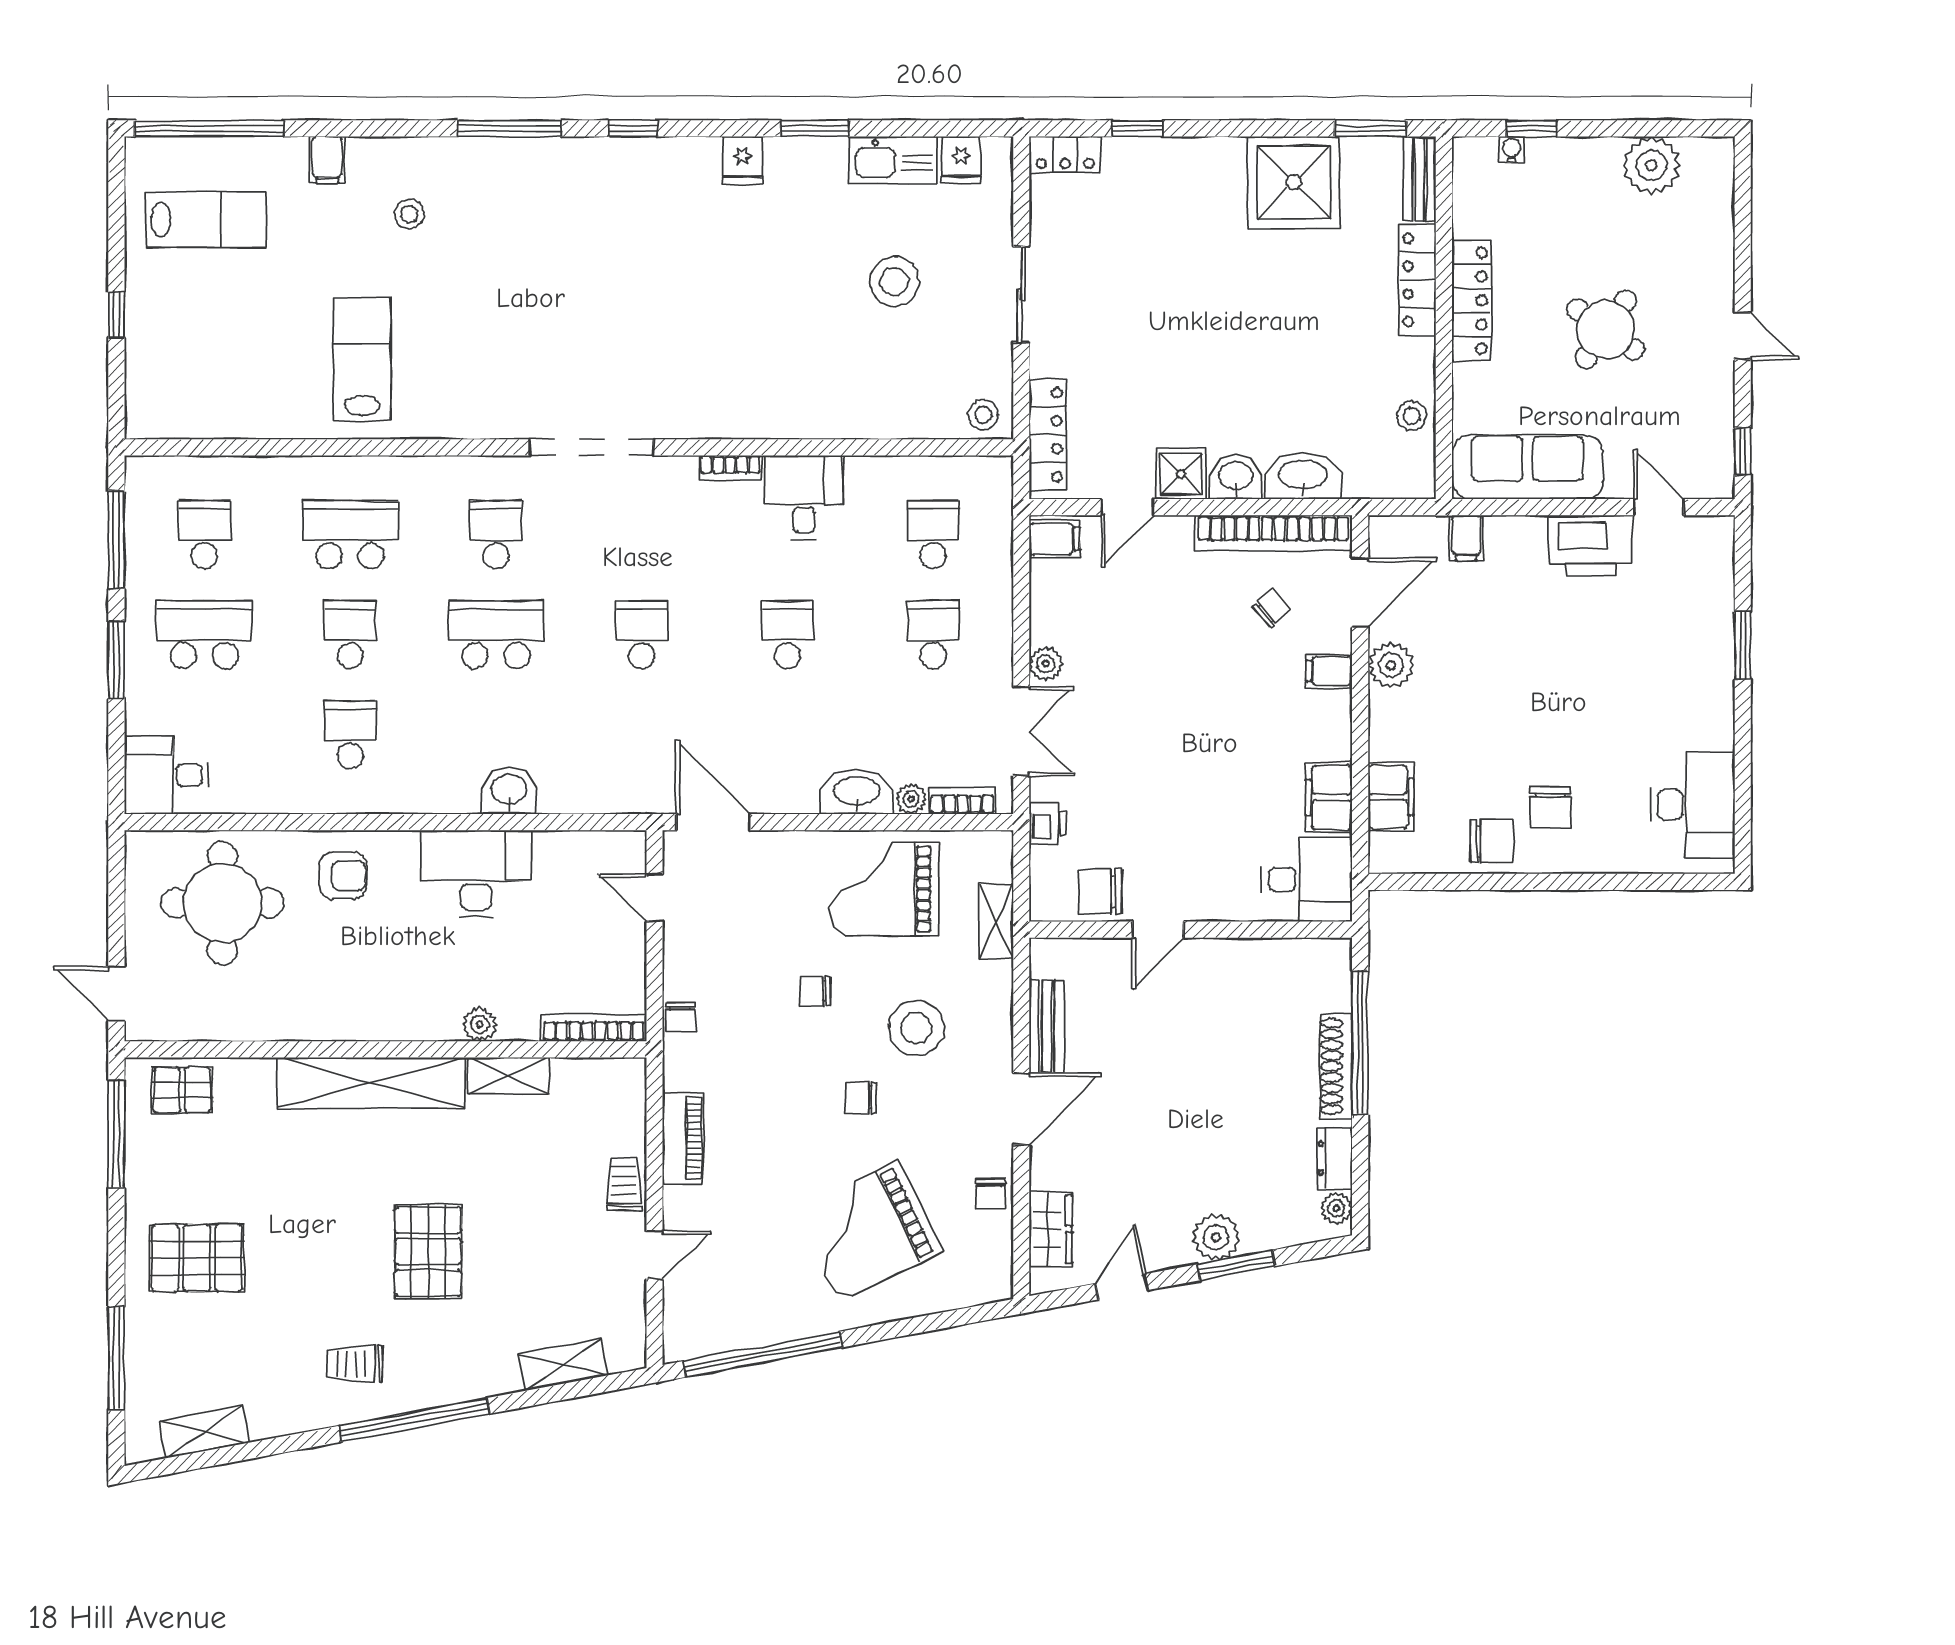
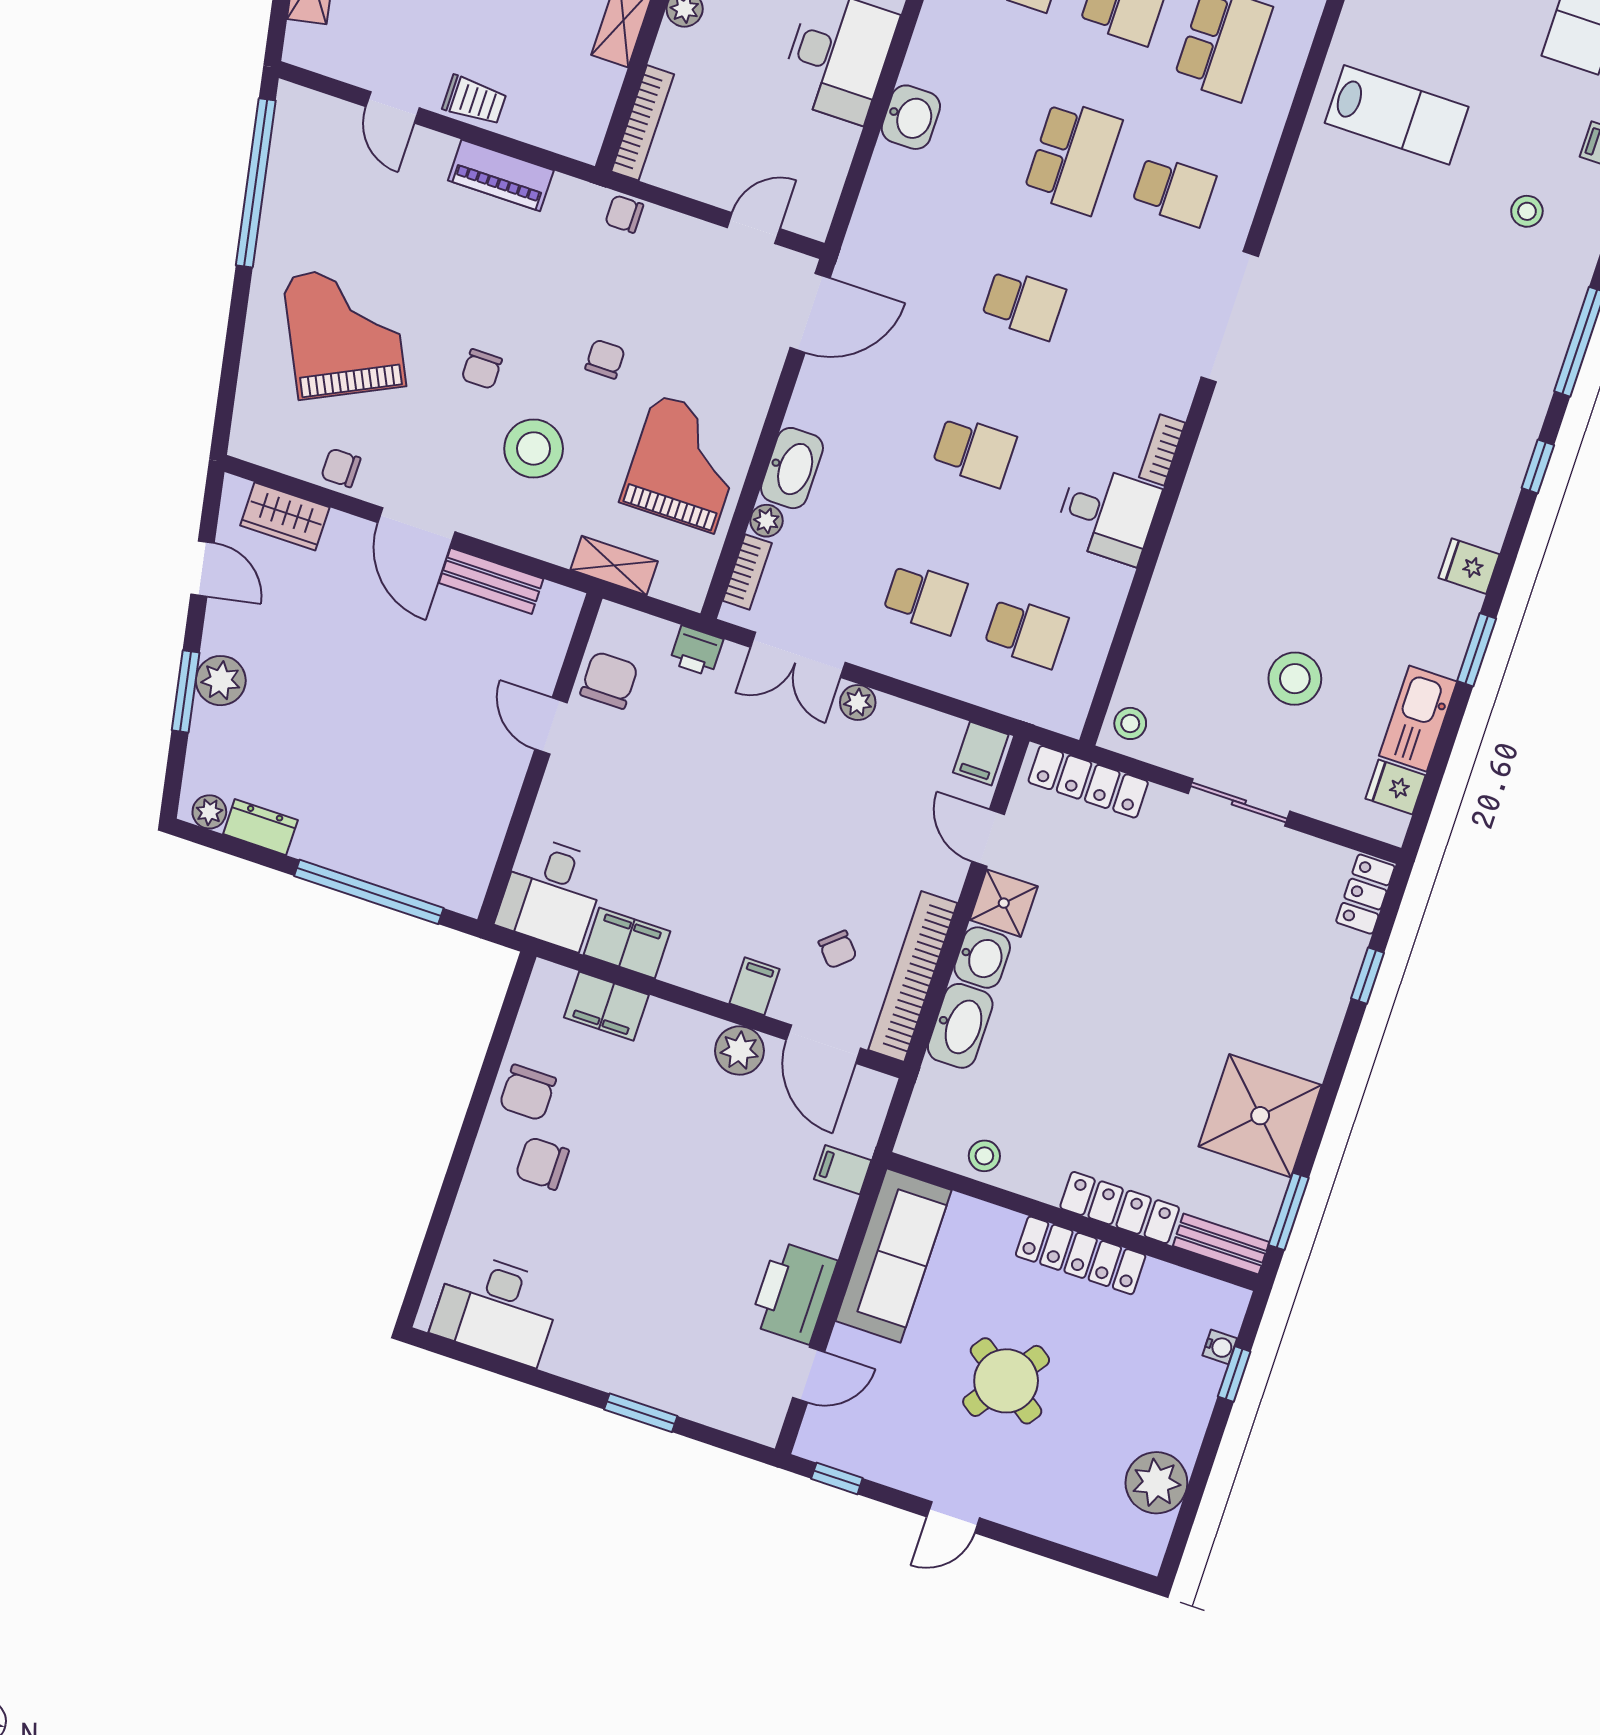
shoe rack: (1336, 1066) -> (353, 859), removed
chair: (861, 1098) -> (482, 369), turned 180

